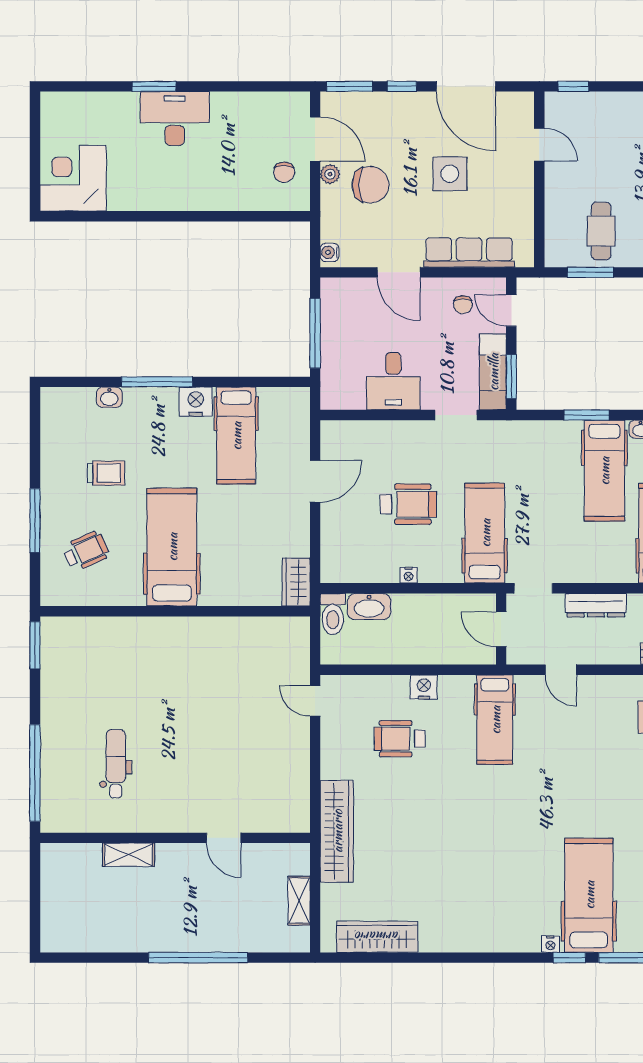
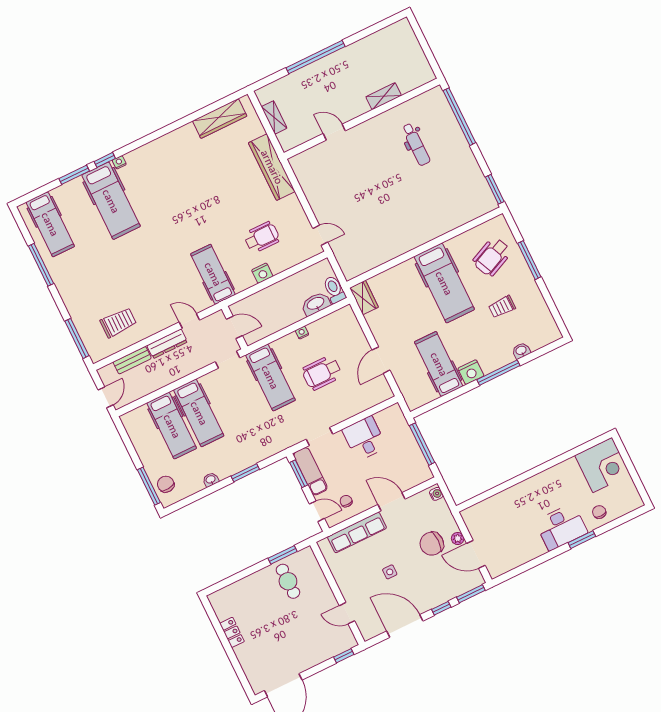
chair: (284, 172) -> (599, 512), moved
side table: (450, 174) -> (390, 572), width x0.54, depth x0.54
hospital bed: (604, 471) -> (199, 413), moved, turned 180
wheelchair: (86, 551) -> (492, 257), width x1.36, depth x1.37
dresser: (596, 605) -> (167, 344), moved, turned 180

